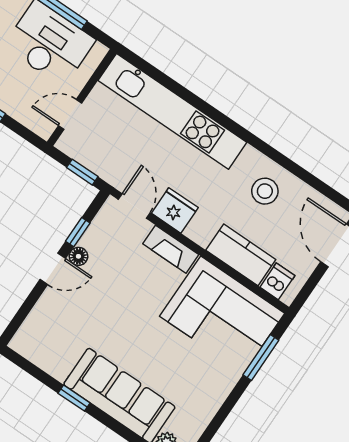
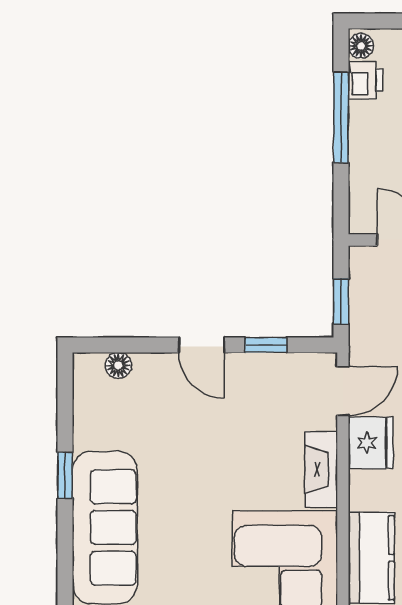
floor lamp: (78, 256) -> (118, 365), moved

